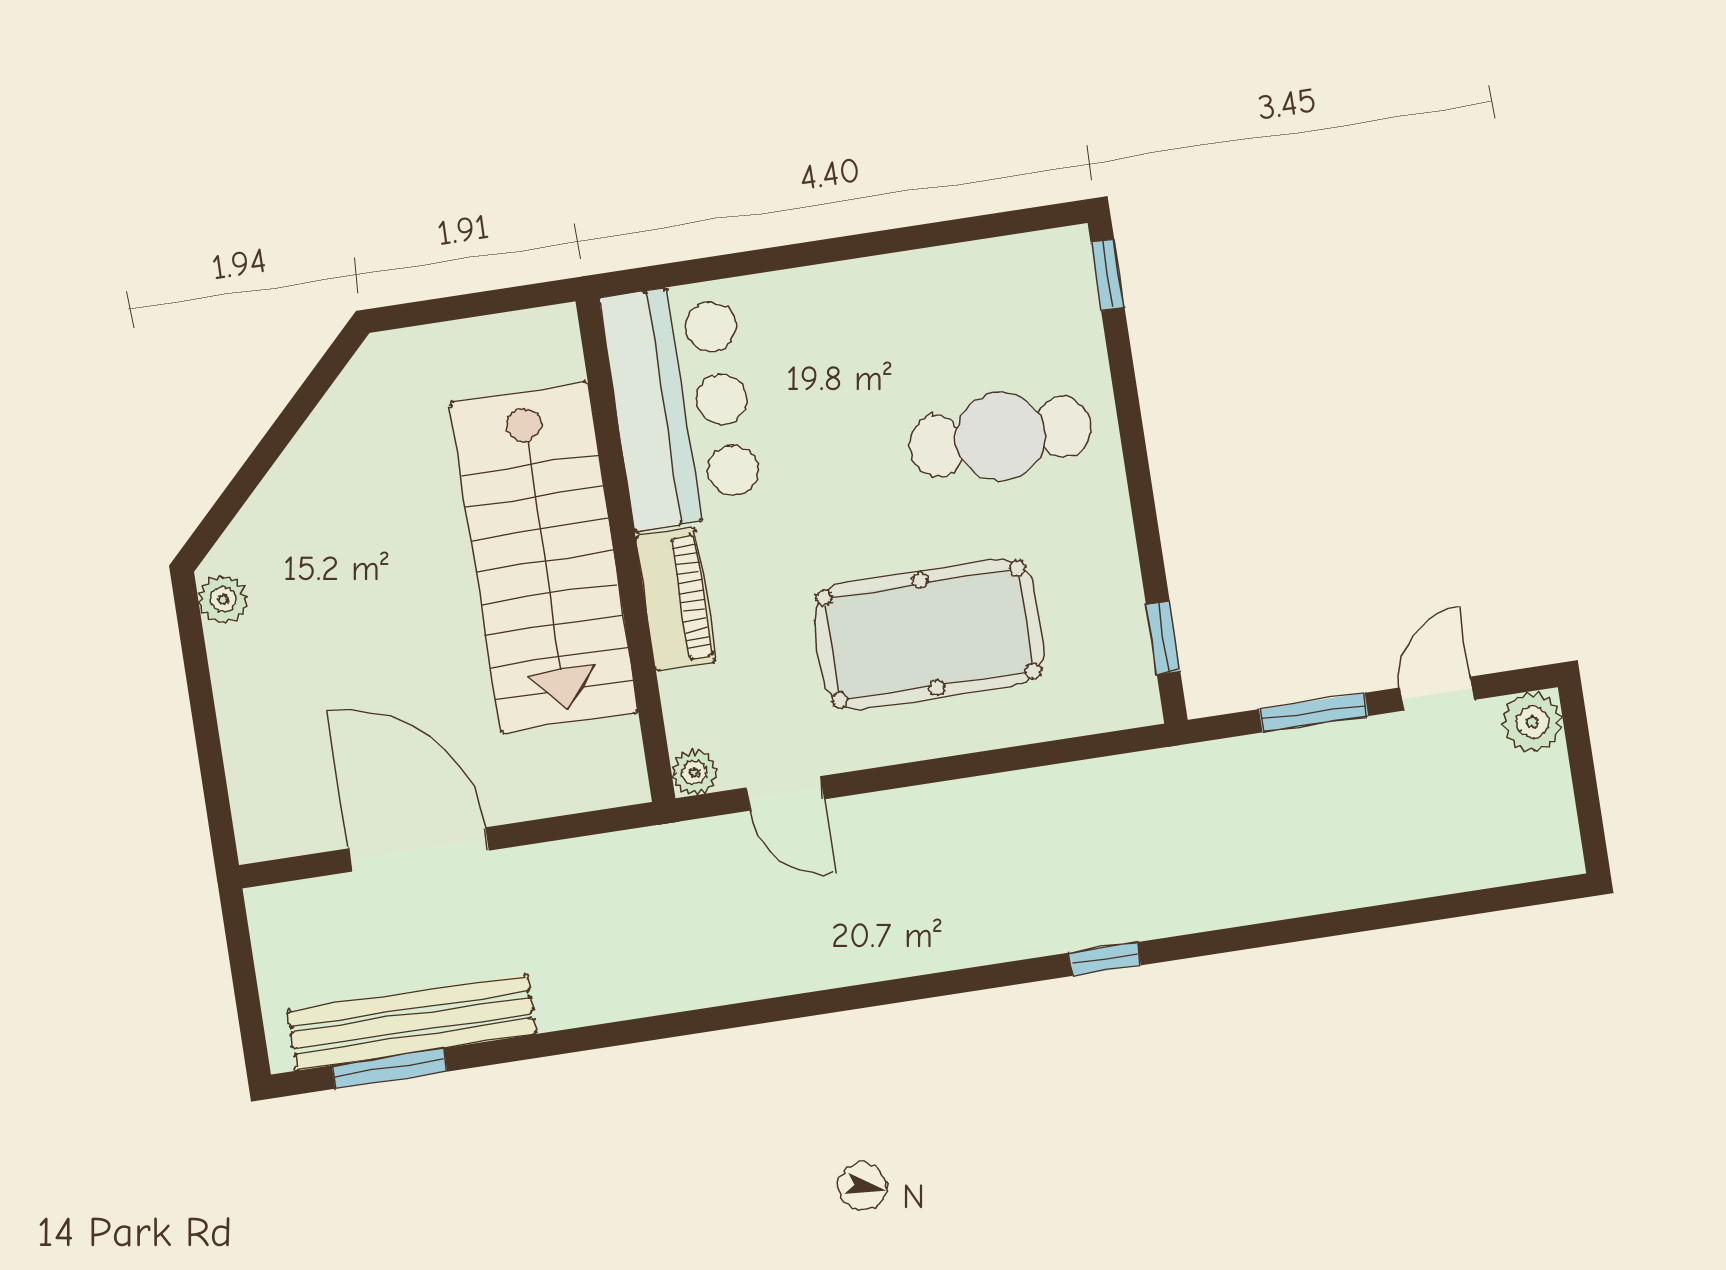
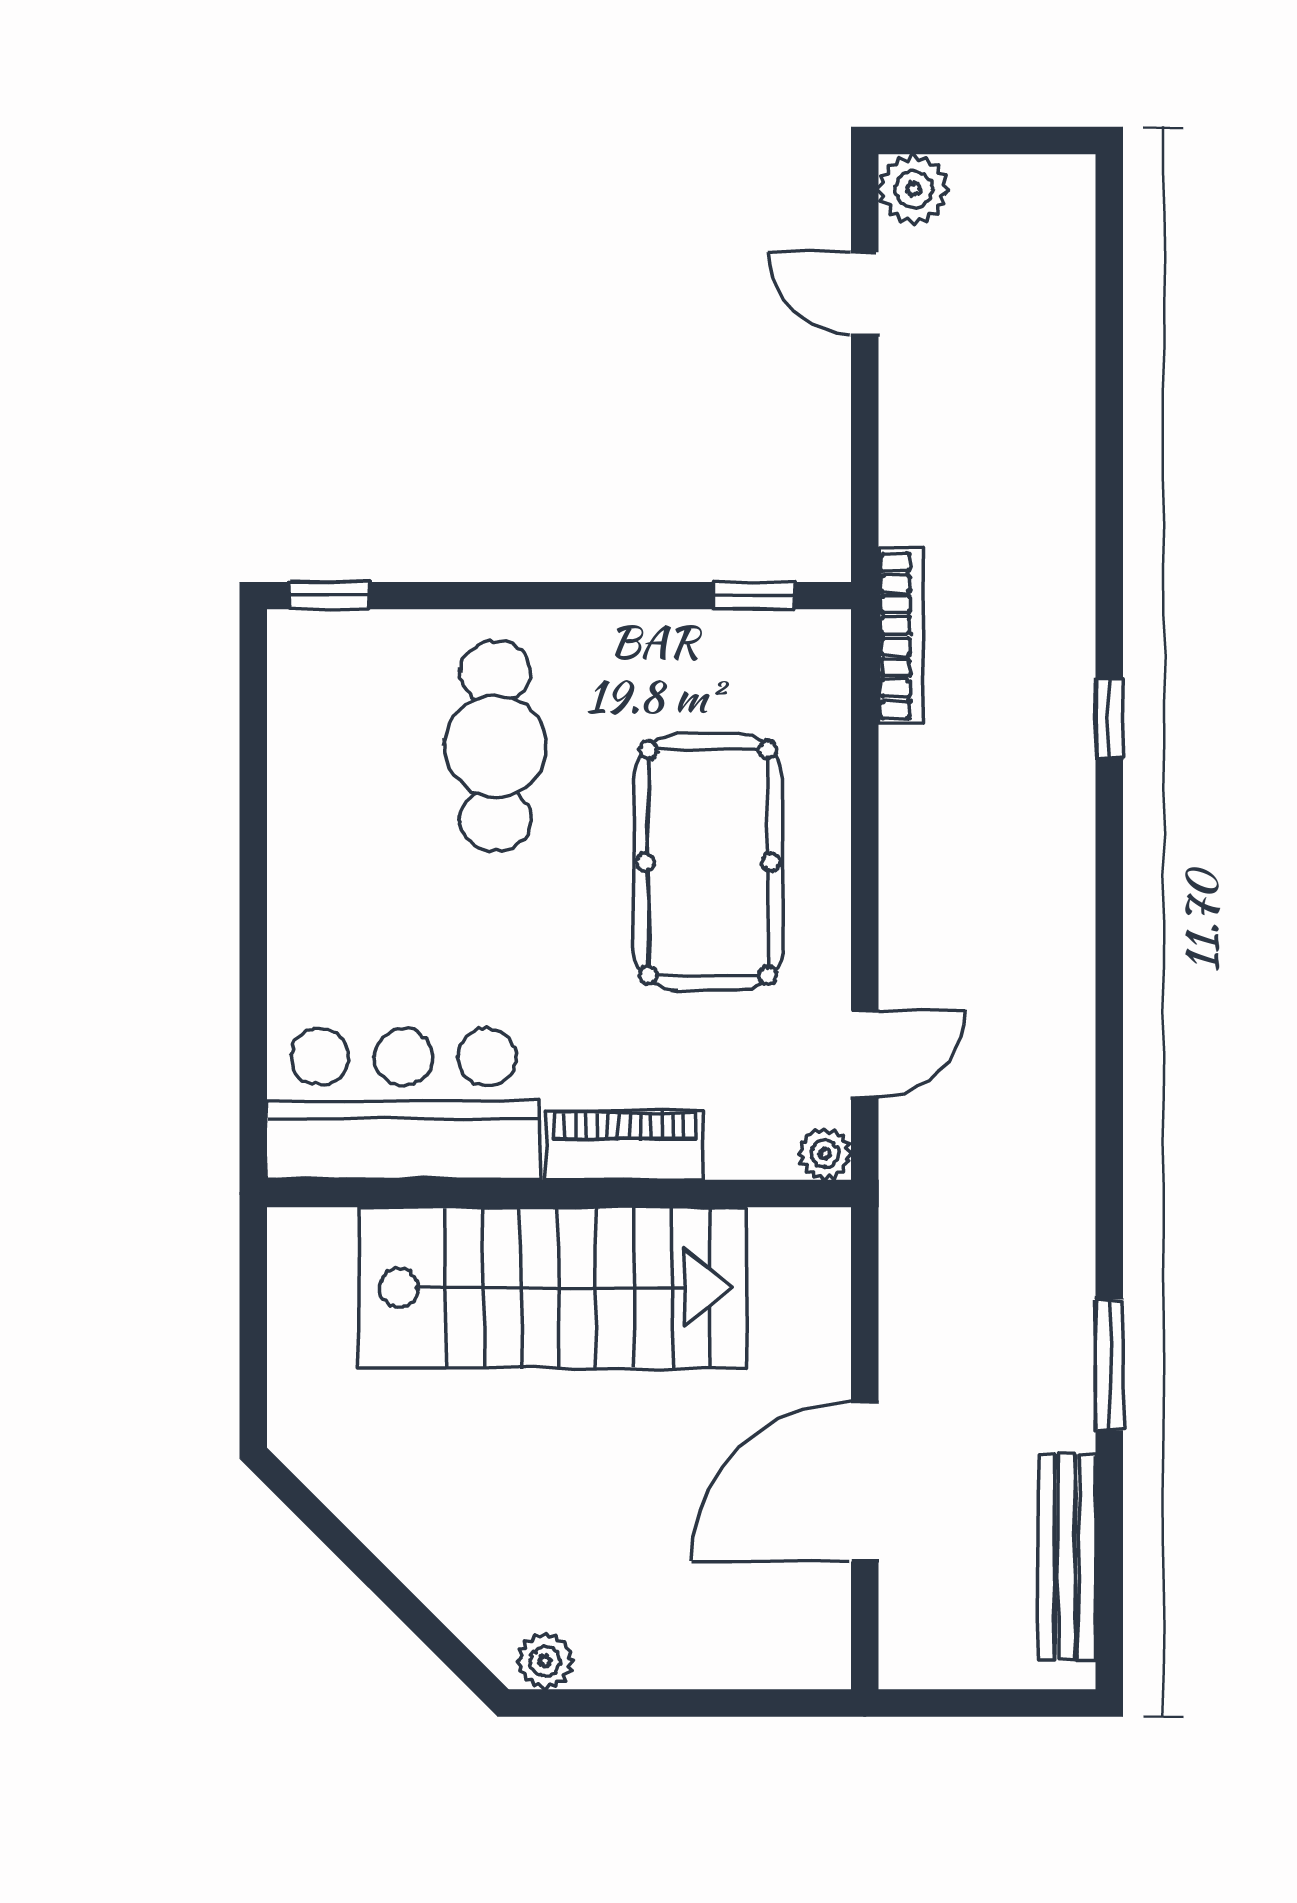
window: (1314, 713) -> (865, 437), removed
bookcase: (1148, 769) -> (901, 636), added
bench: (412, 1022) -> (1067, 1557), width x0.73, depth x0.82
window: (389, 1068) -> (1109, 1365), moved

